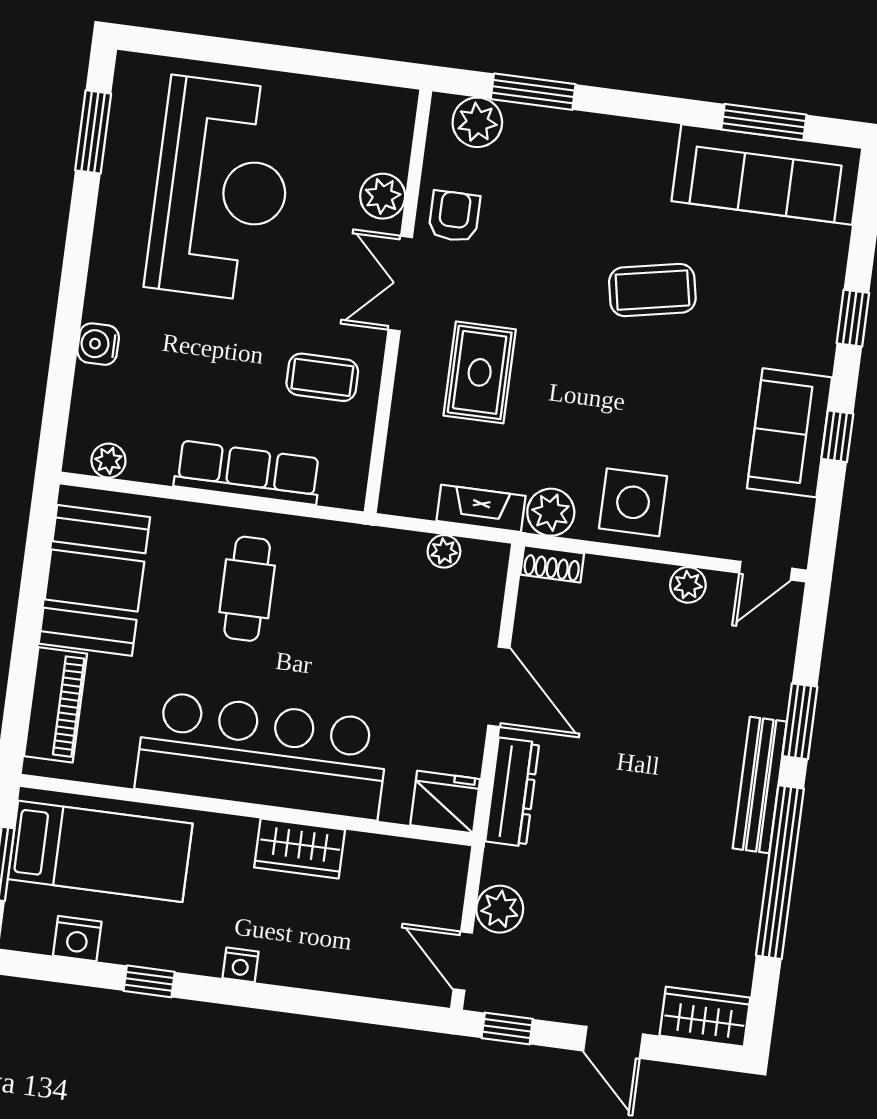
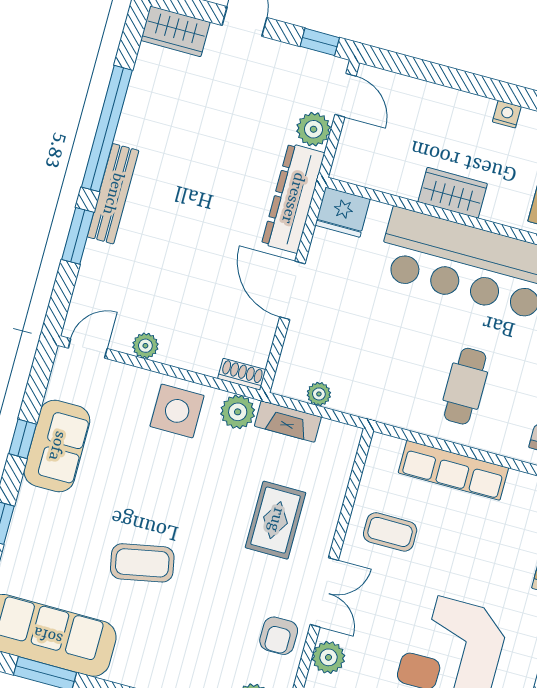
dresser: (512, 792) -> (293, 198), width x1.37, depth x1.24

